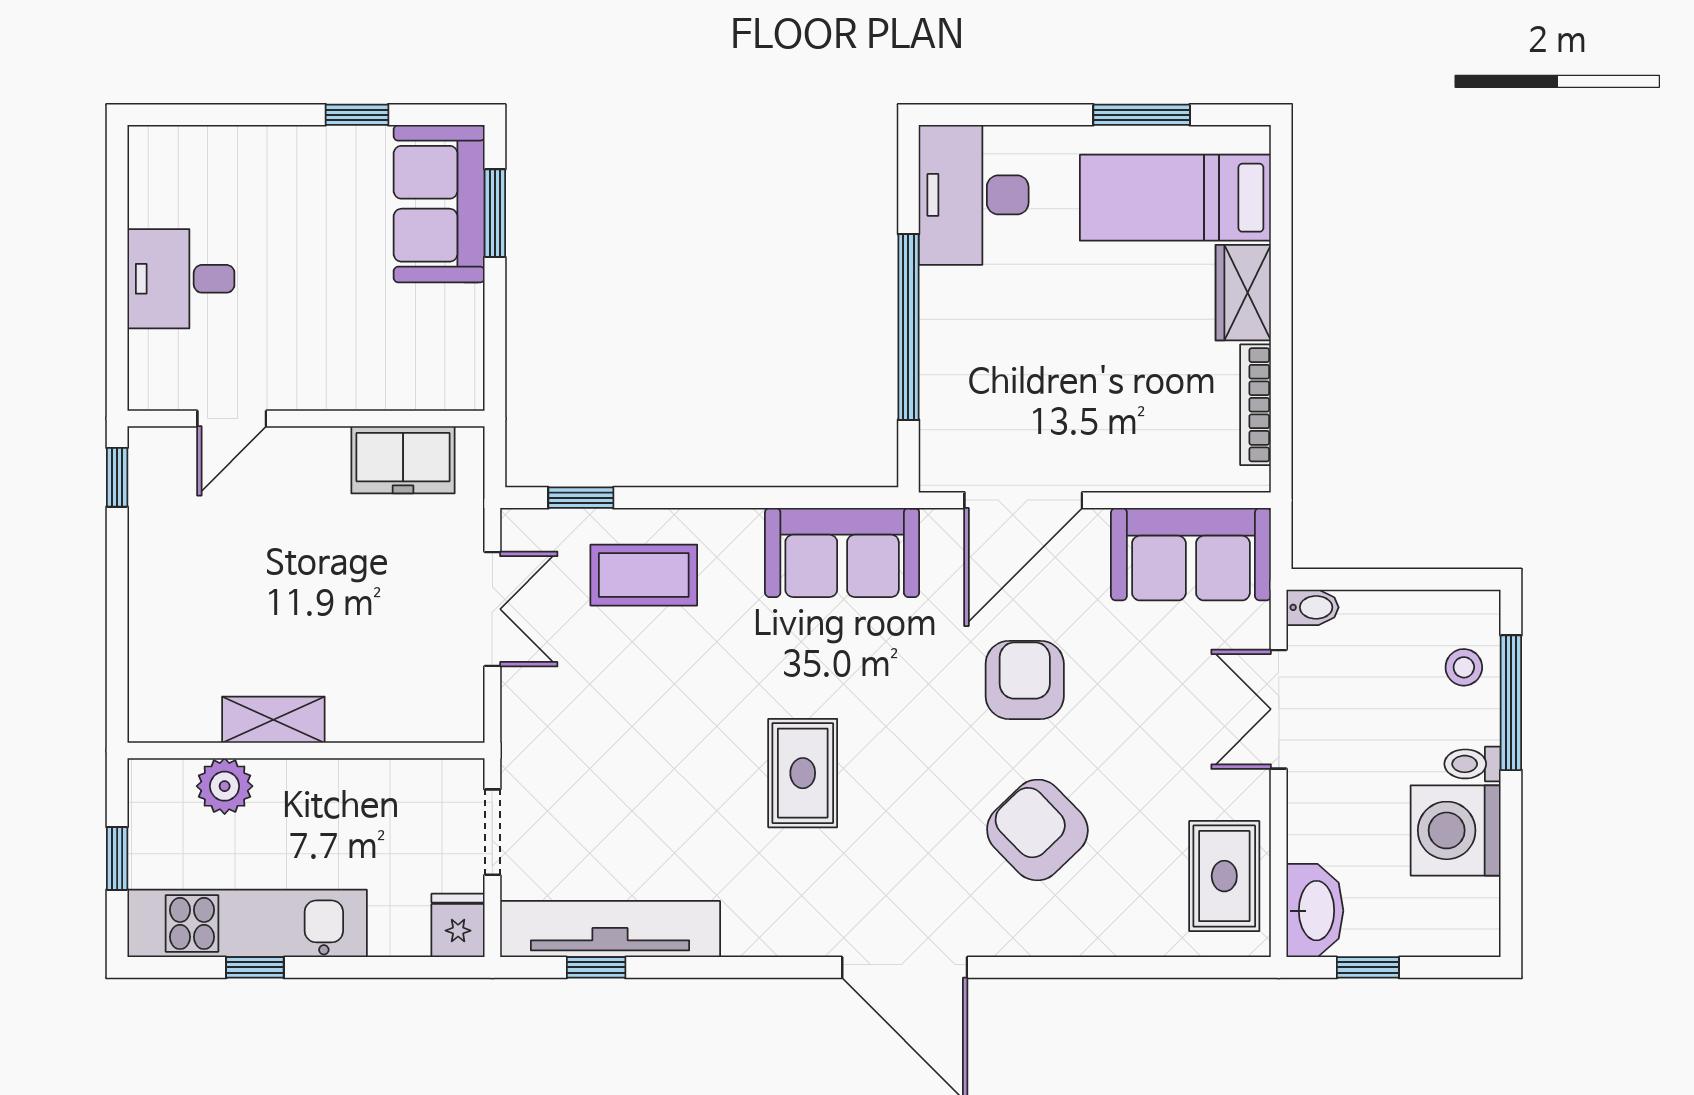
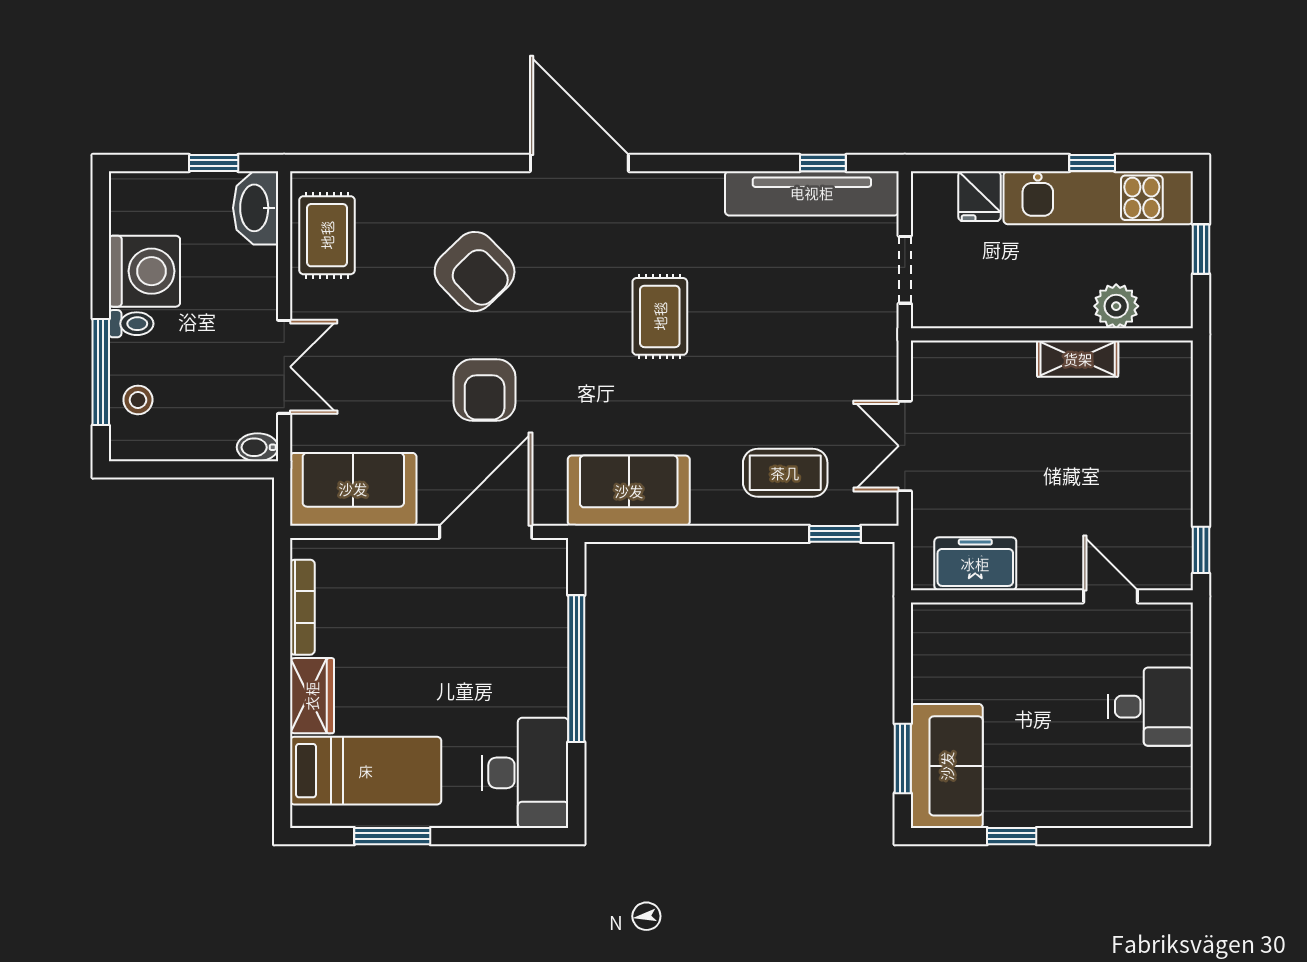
door: (232, 419) -> (1110, 596), hinge flipped
fridge: (458, 925) -> (979, 196), moved

